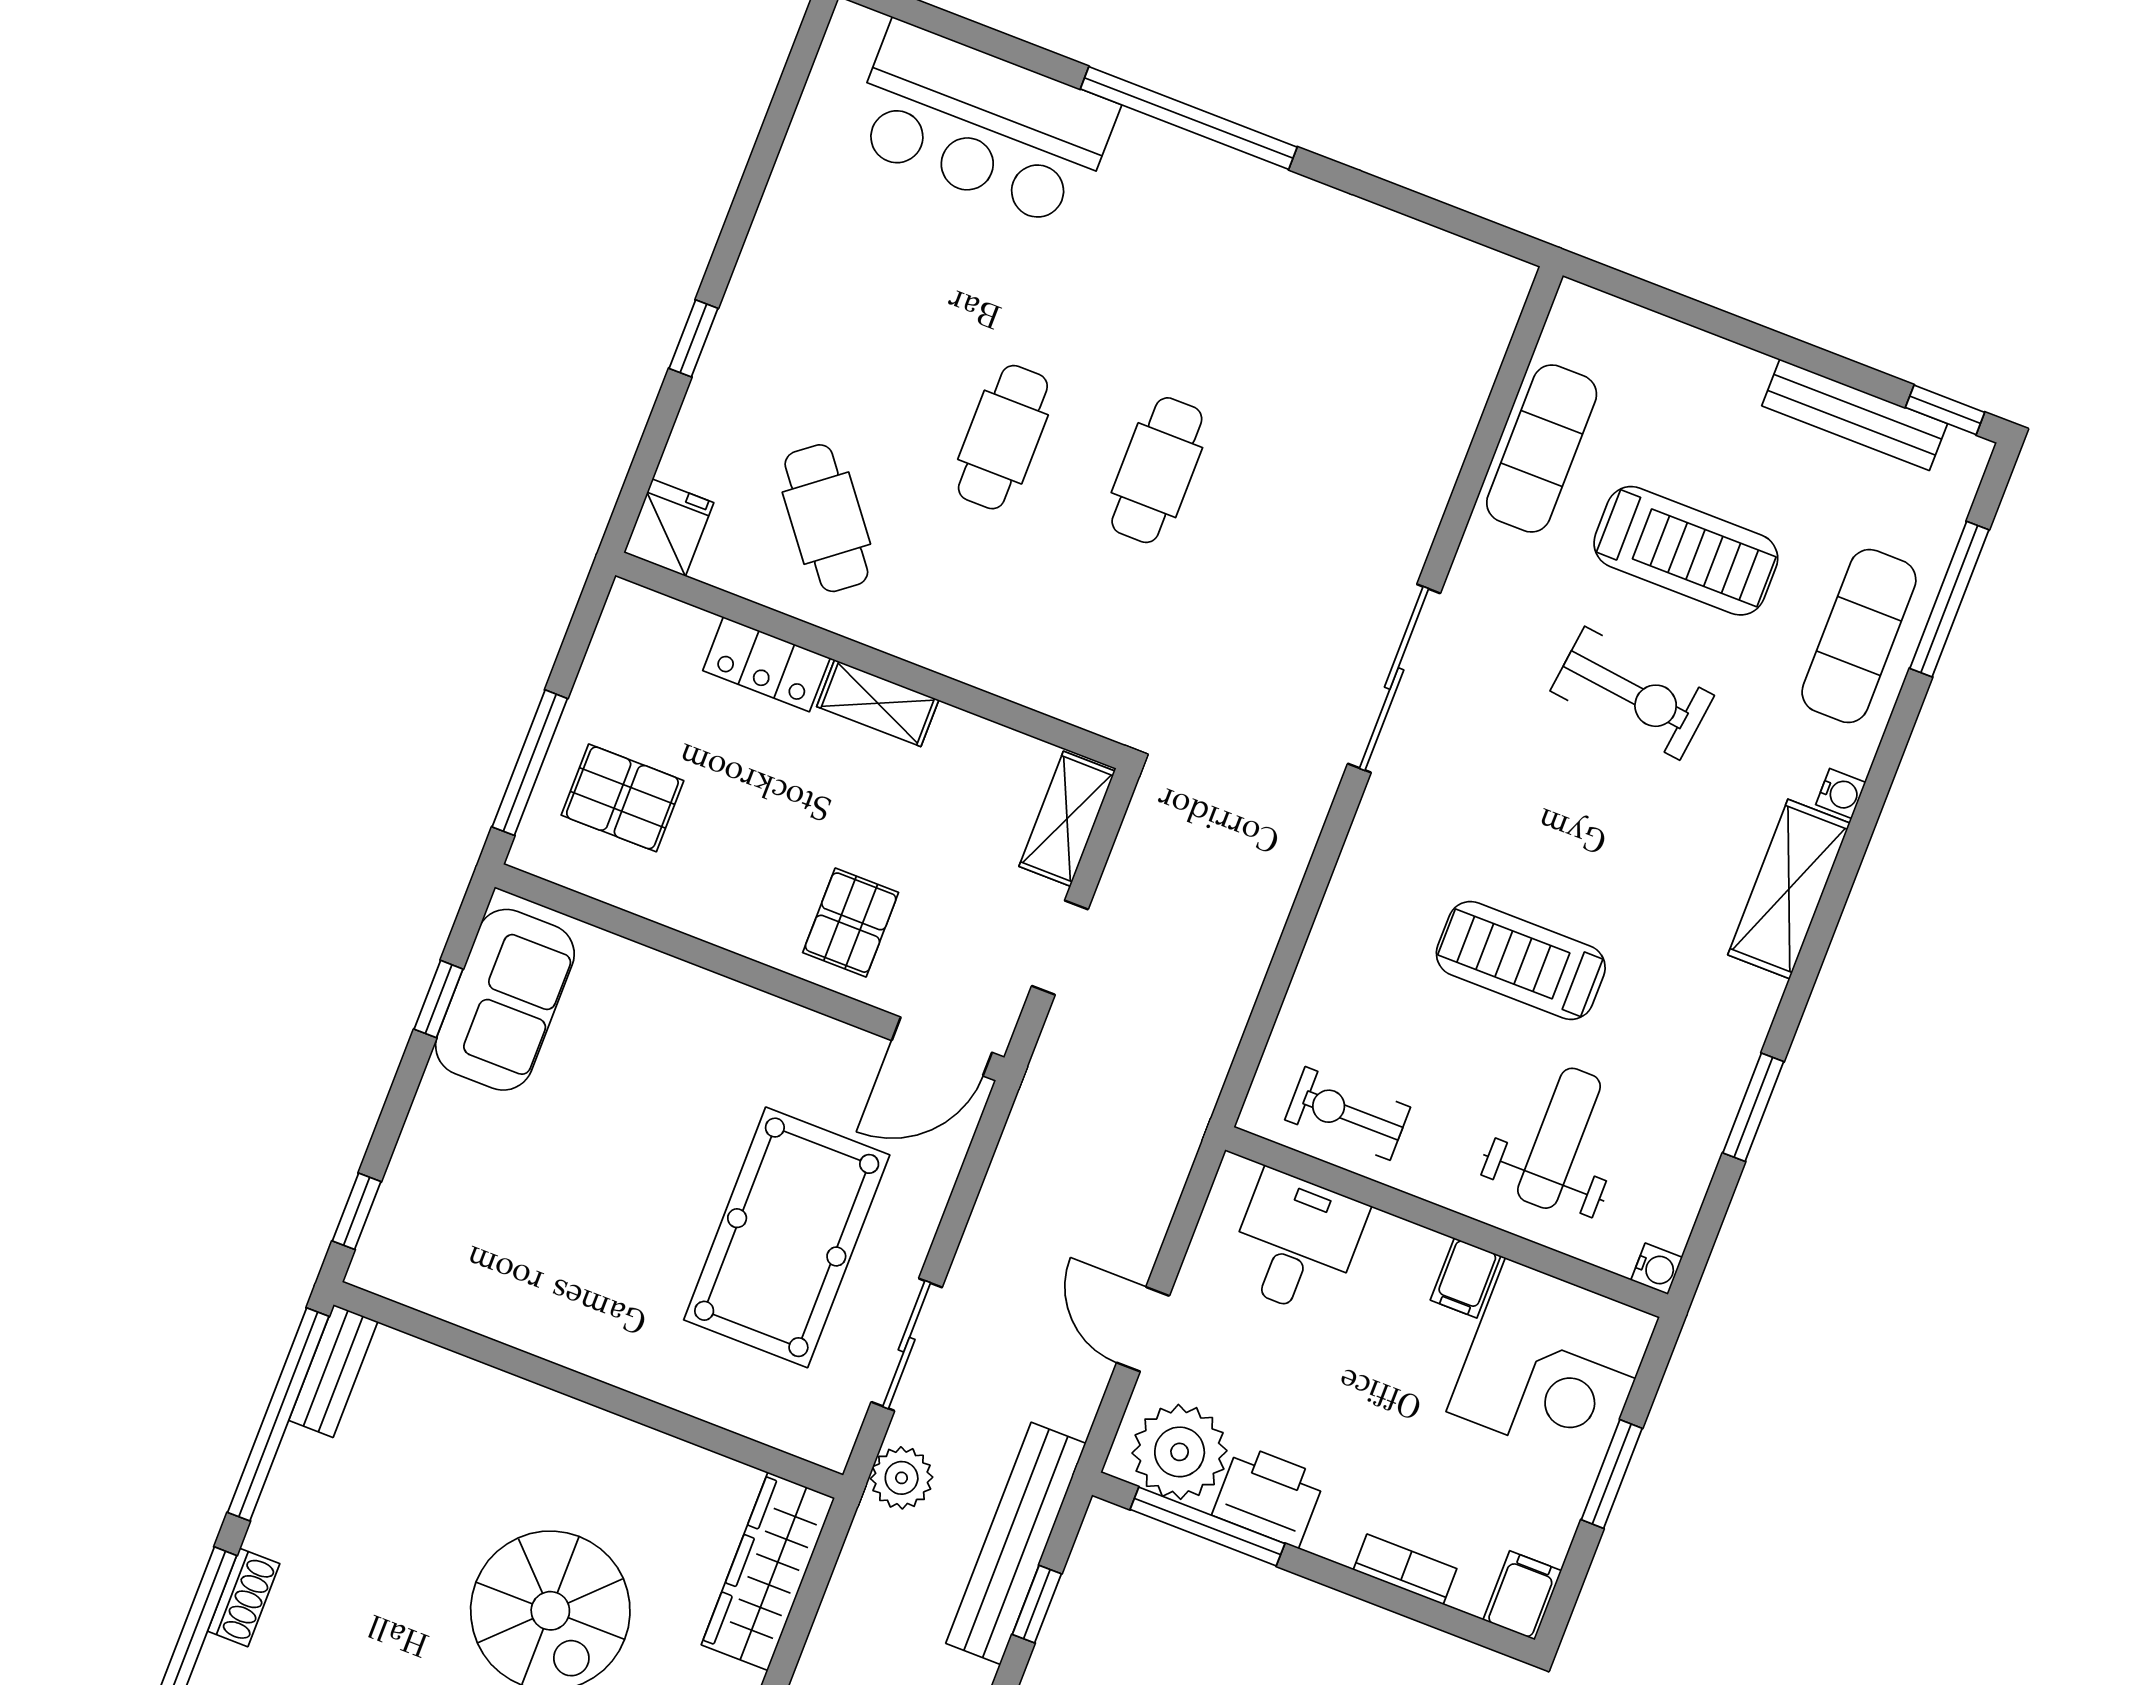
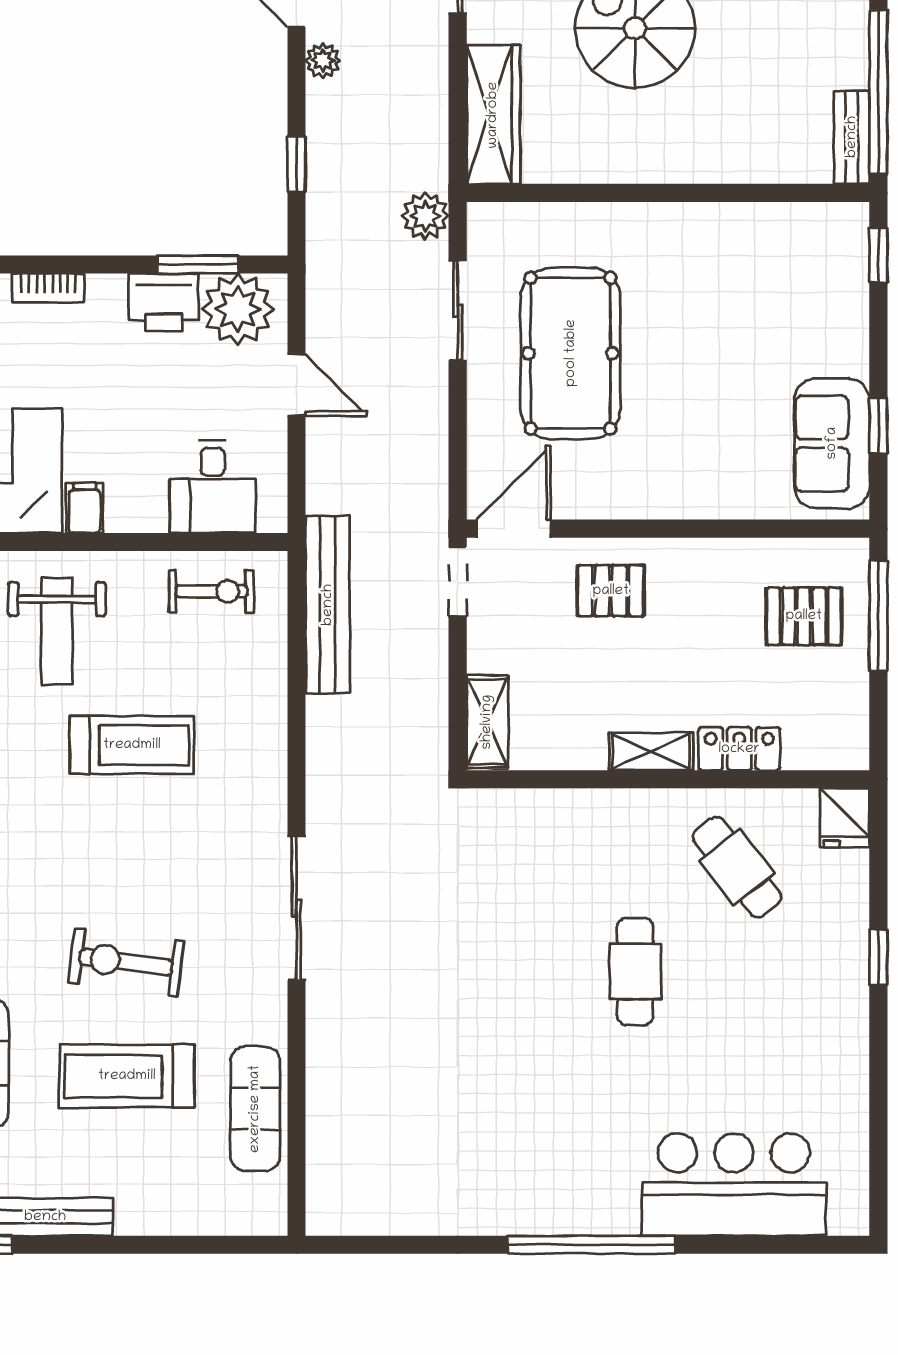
cafe table: (1157, 470) -> (519, 990), removed
pallet: (851, 923) -> (611, 591), turned 90
doorway: (1060, 948) -> (458, 581), moved
window: (1208, 1526) -> (198, 265), width x0.69
bench: (1016, 1543) -> (328, 605), moved

